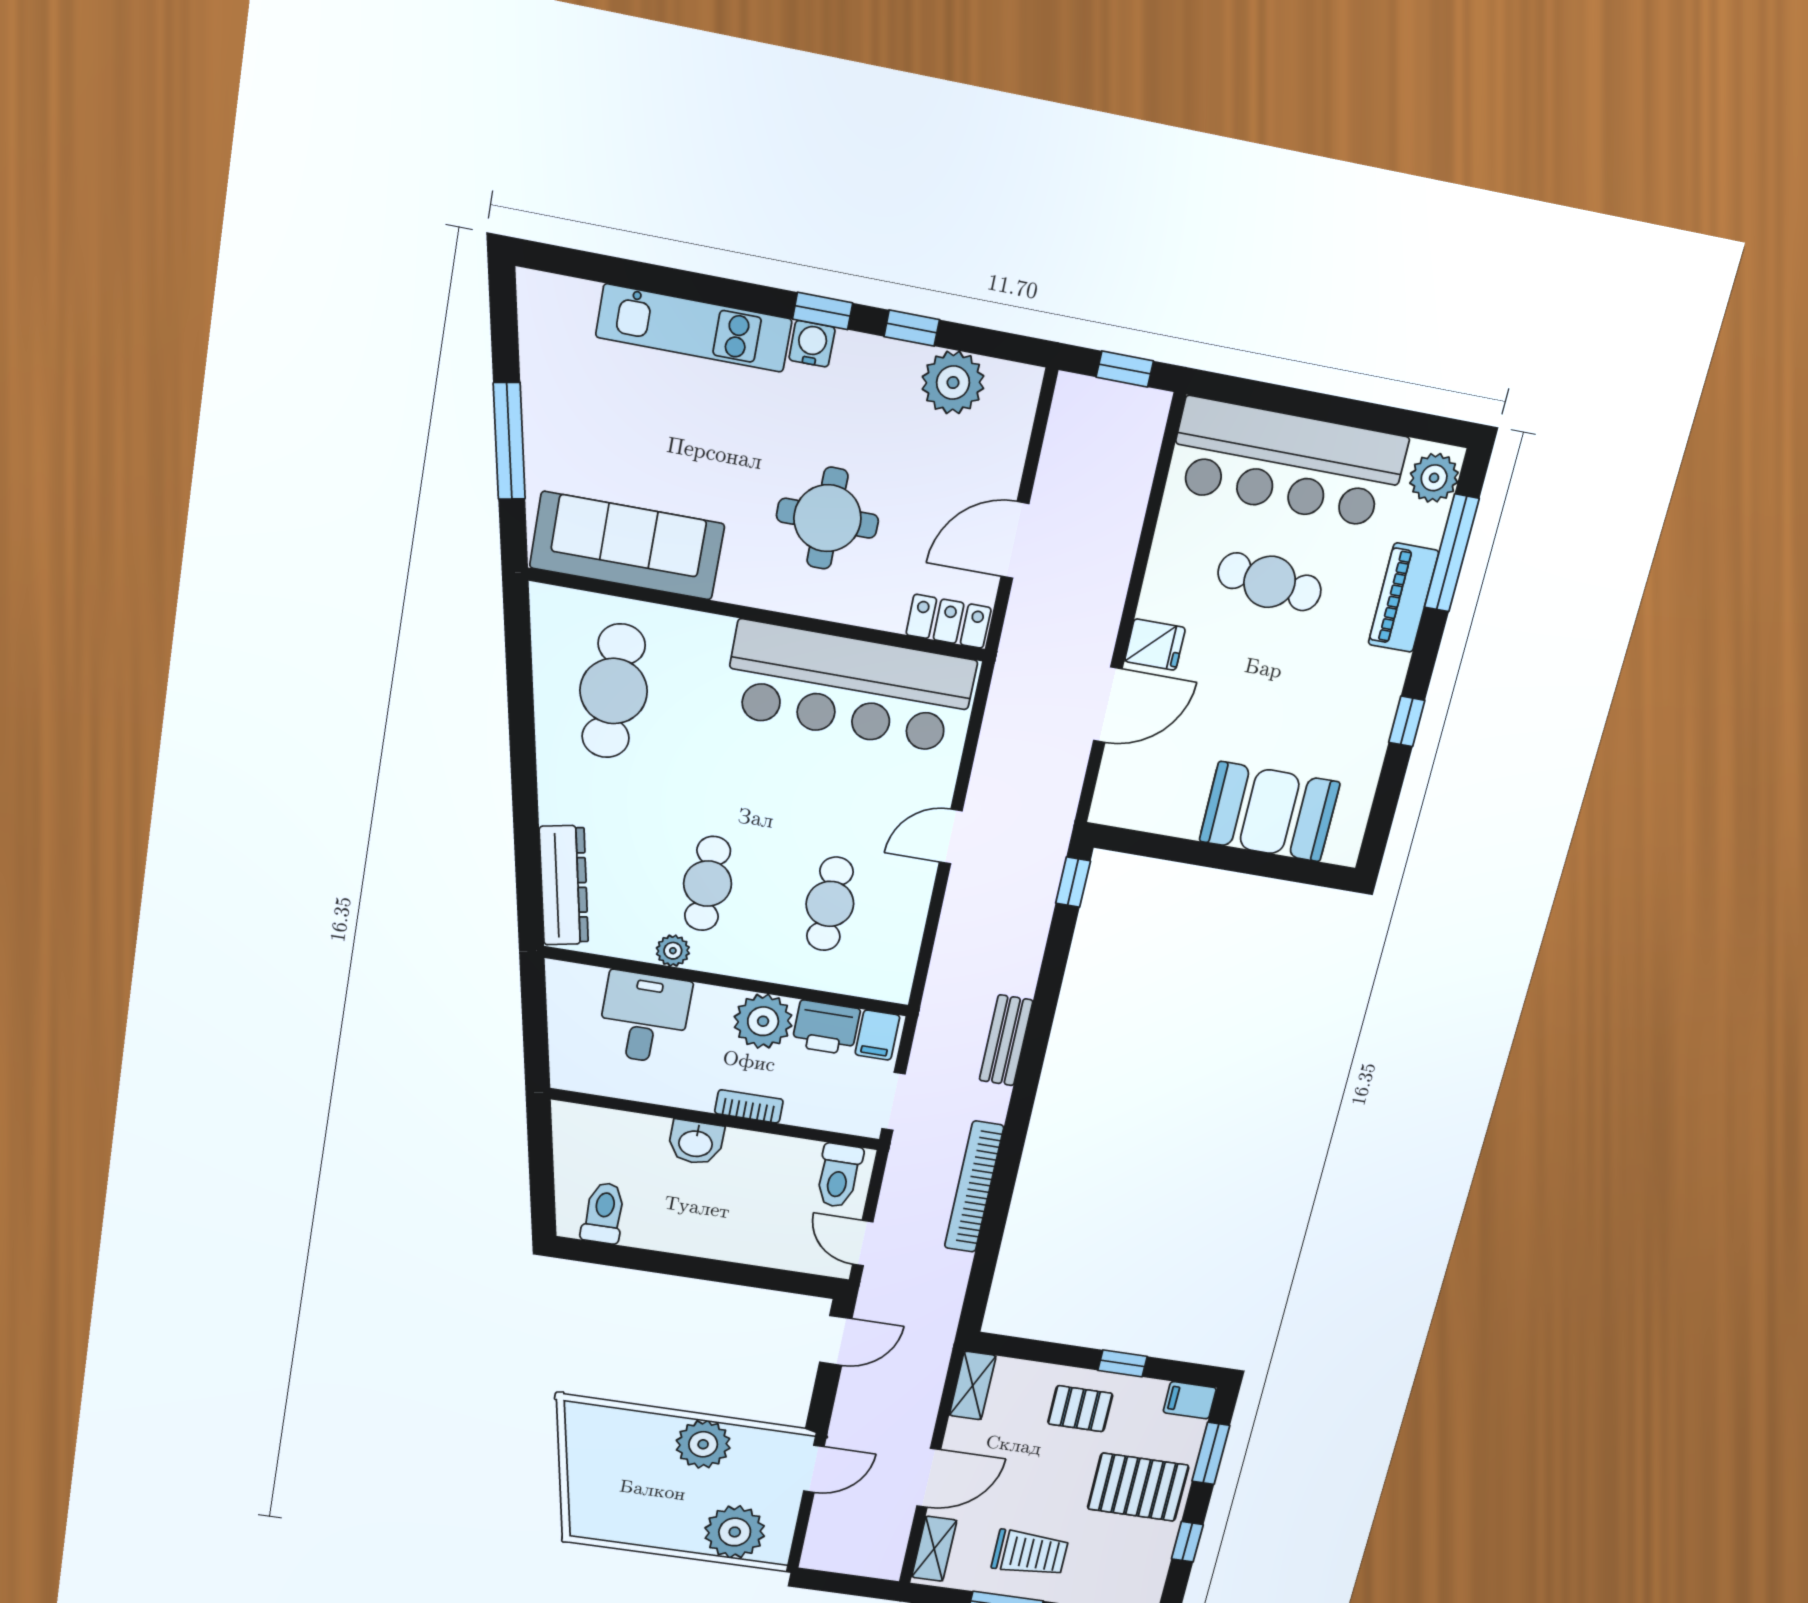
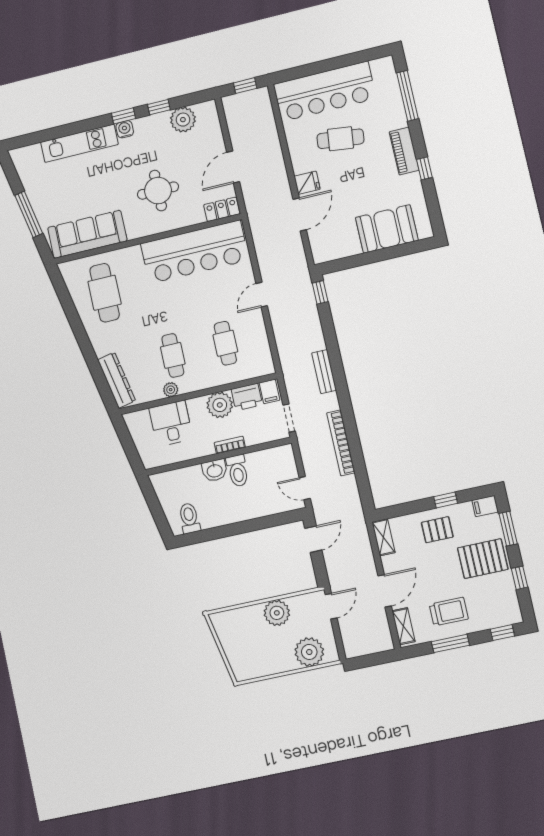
plant: (1434, 478) -> (385, 71), removed
piano: (1403, 598) -> (404, 151), moved
toilet: (839, 1176) -> (238, 471), moved

